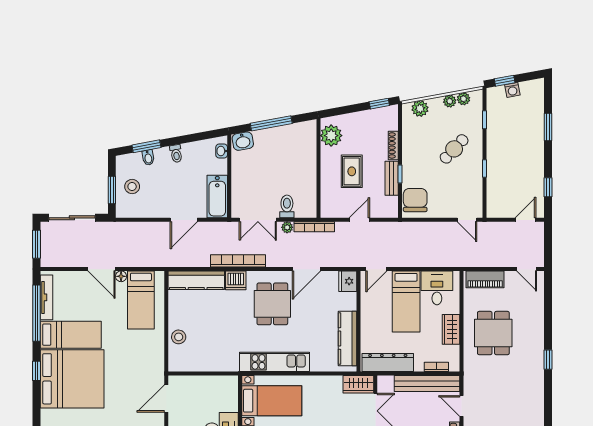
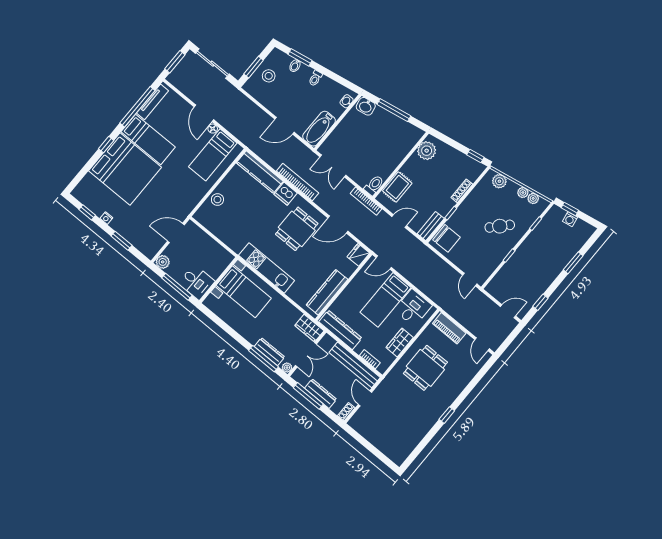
rug: (352, 171) -> (397, 187), moved
bench: (392, 178) -> (431, 226), moved
chair: (415, 200) -> (447, 238), turned 90
toilet: (287, 206) -> (374, 185), moved
plant: (287, 227) -> (348, 187), removed

